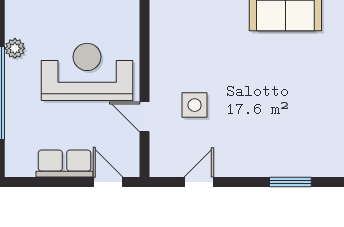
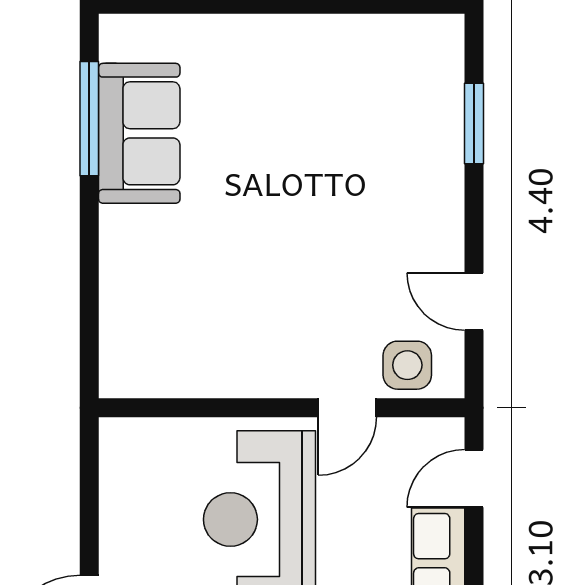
side table: (195, 105) -> (407, 365), moved

